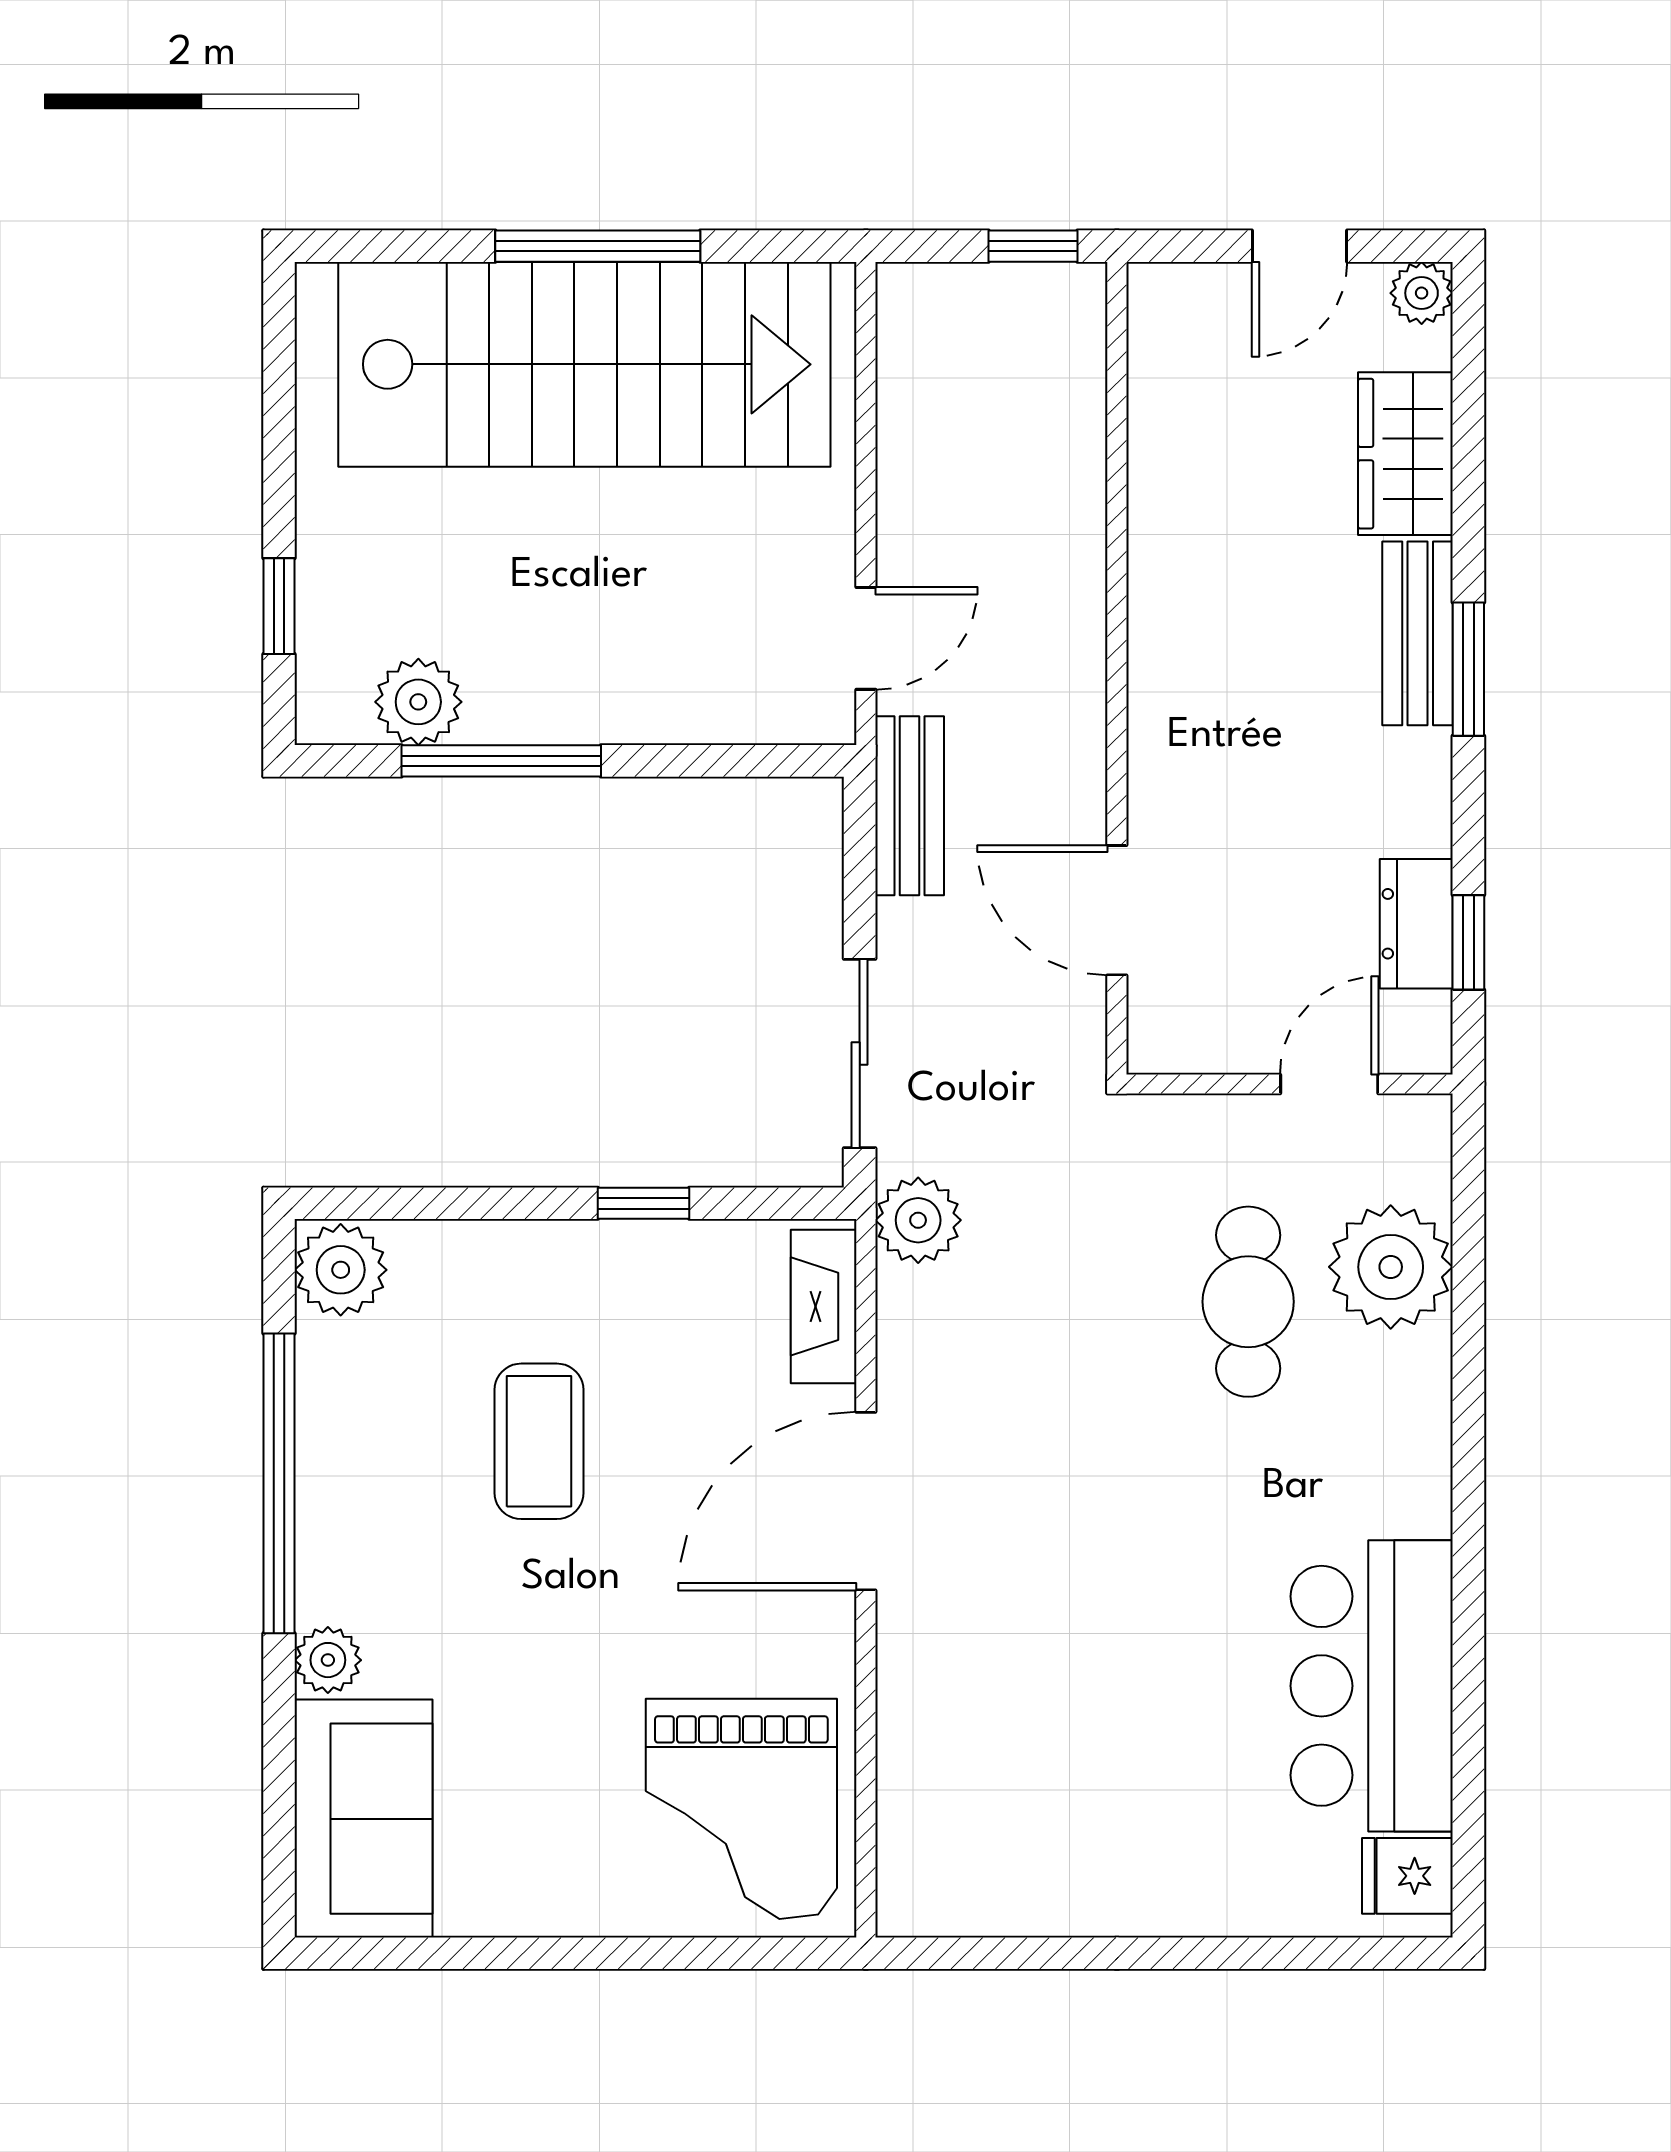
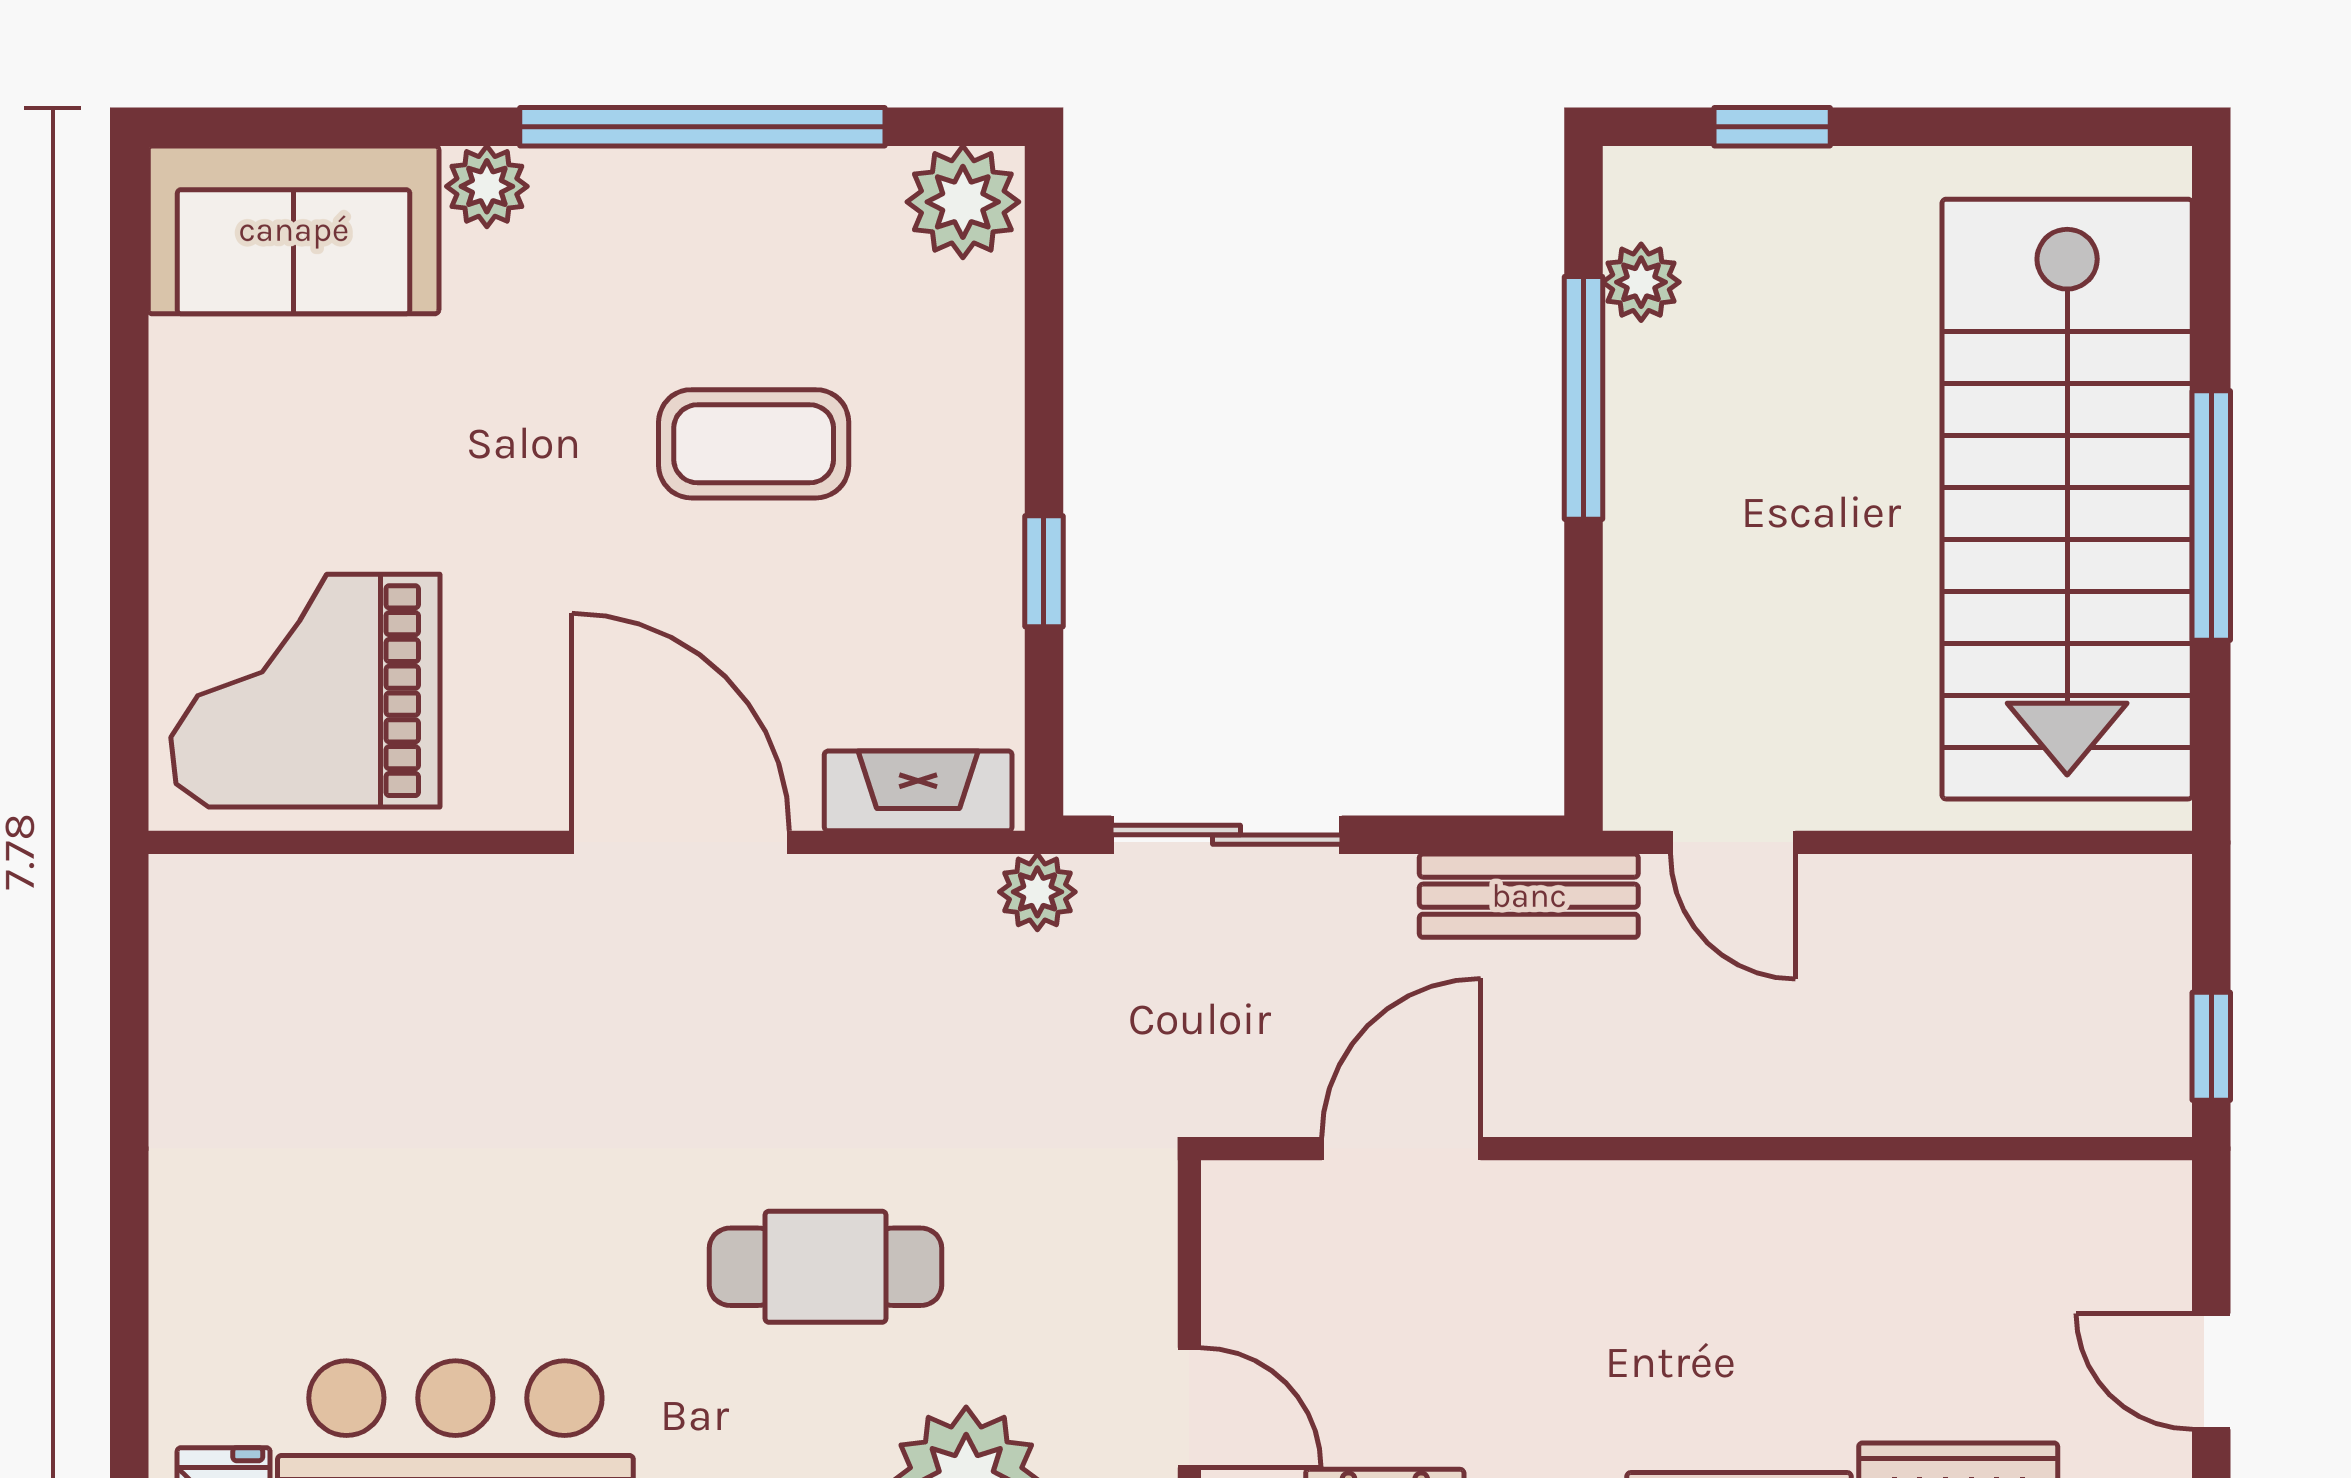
plant: (418, 702) -> (1641, 282), width x0.73, depth x0.73
plant: (918, 1220) -> (1037, 892), width x0.73, depth x0.73
cafe table: (1248, 1302) -> (825, 1267), moved

